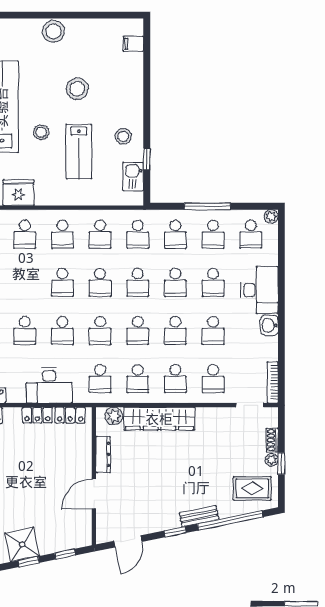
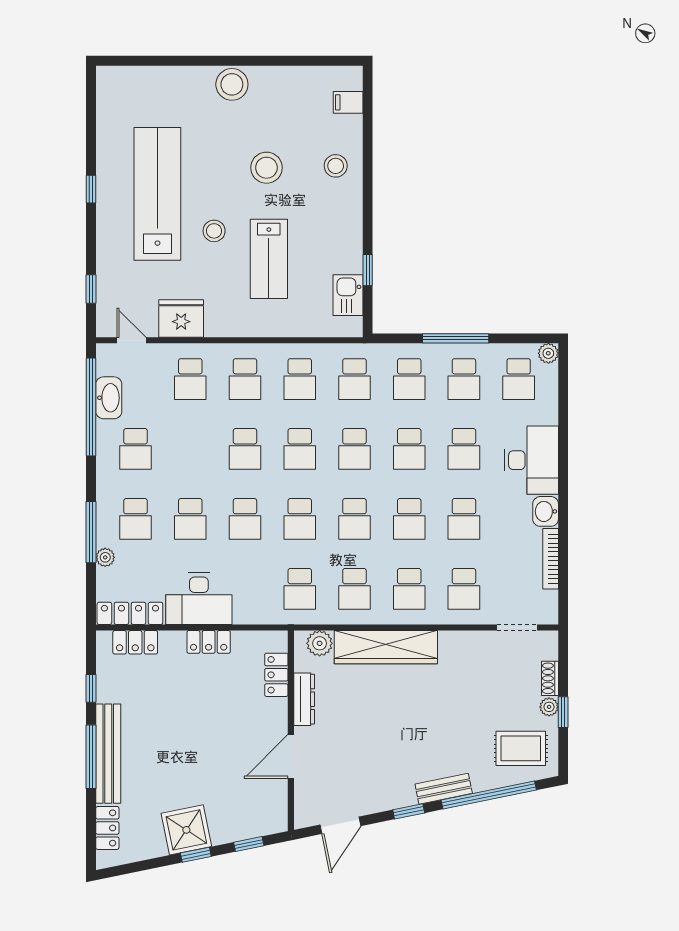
stool: (123, 136) -> (336, 166), moved
bookcase: (273, 382) -> (551, 559), moved
desk: (49, 385) -> (199, 599), moved
locker: (70, 415) -> (276, 675), moved, turned 90

